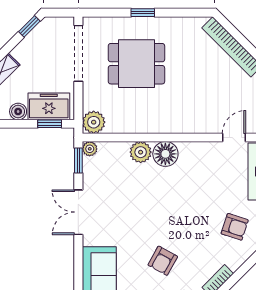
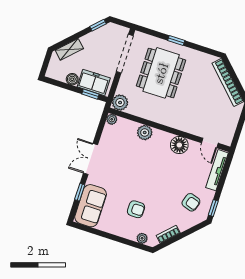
dining table: (136, 64) -> (161, 73), width x1.38
door: (234, 137) -> (210, 143), swing flipped
floor lamp: (165, 154) -> (179, 145), moved
window: (78, 161) -> (80, 192), moved
armchair: (163, 261) -> (136, 209), turned -119

